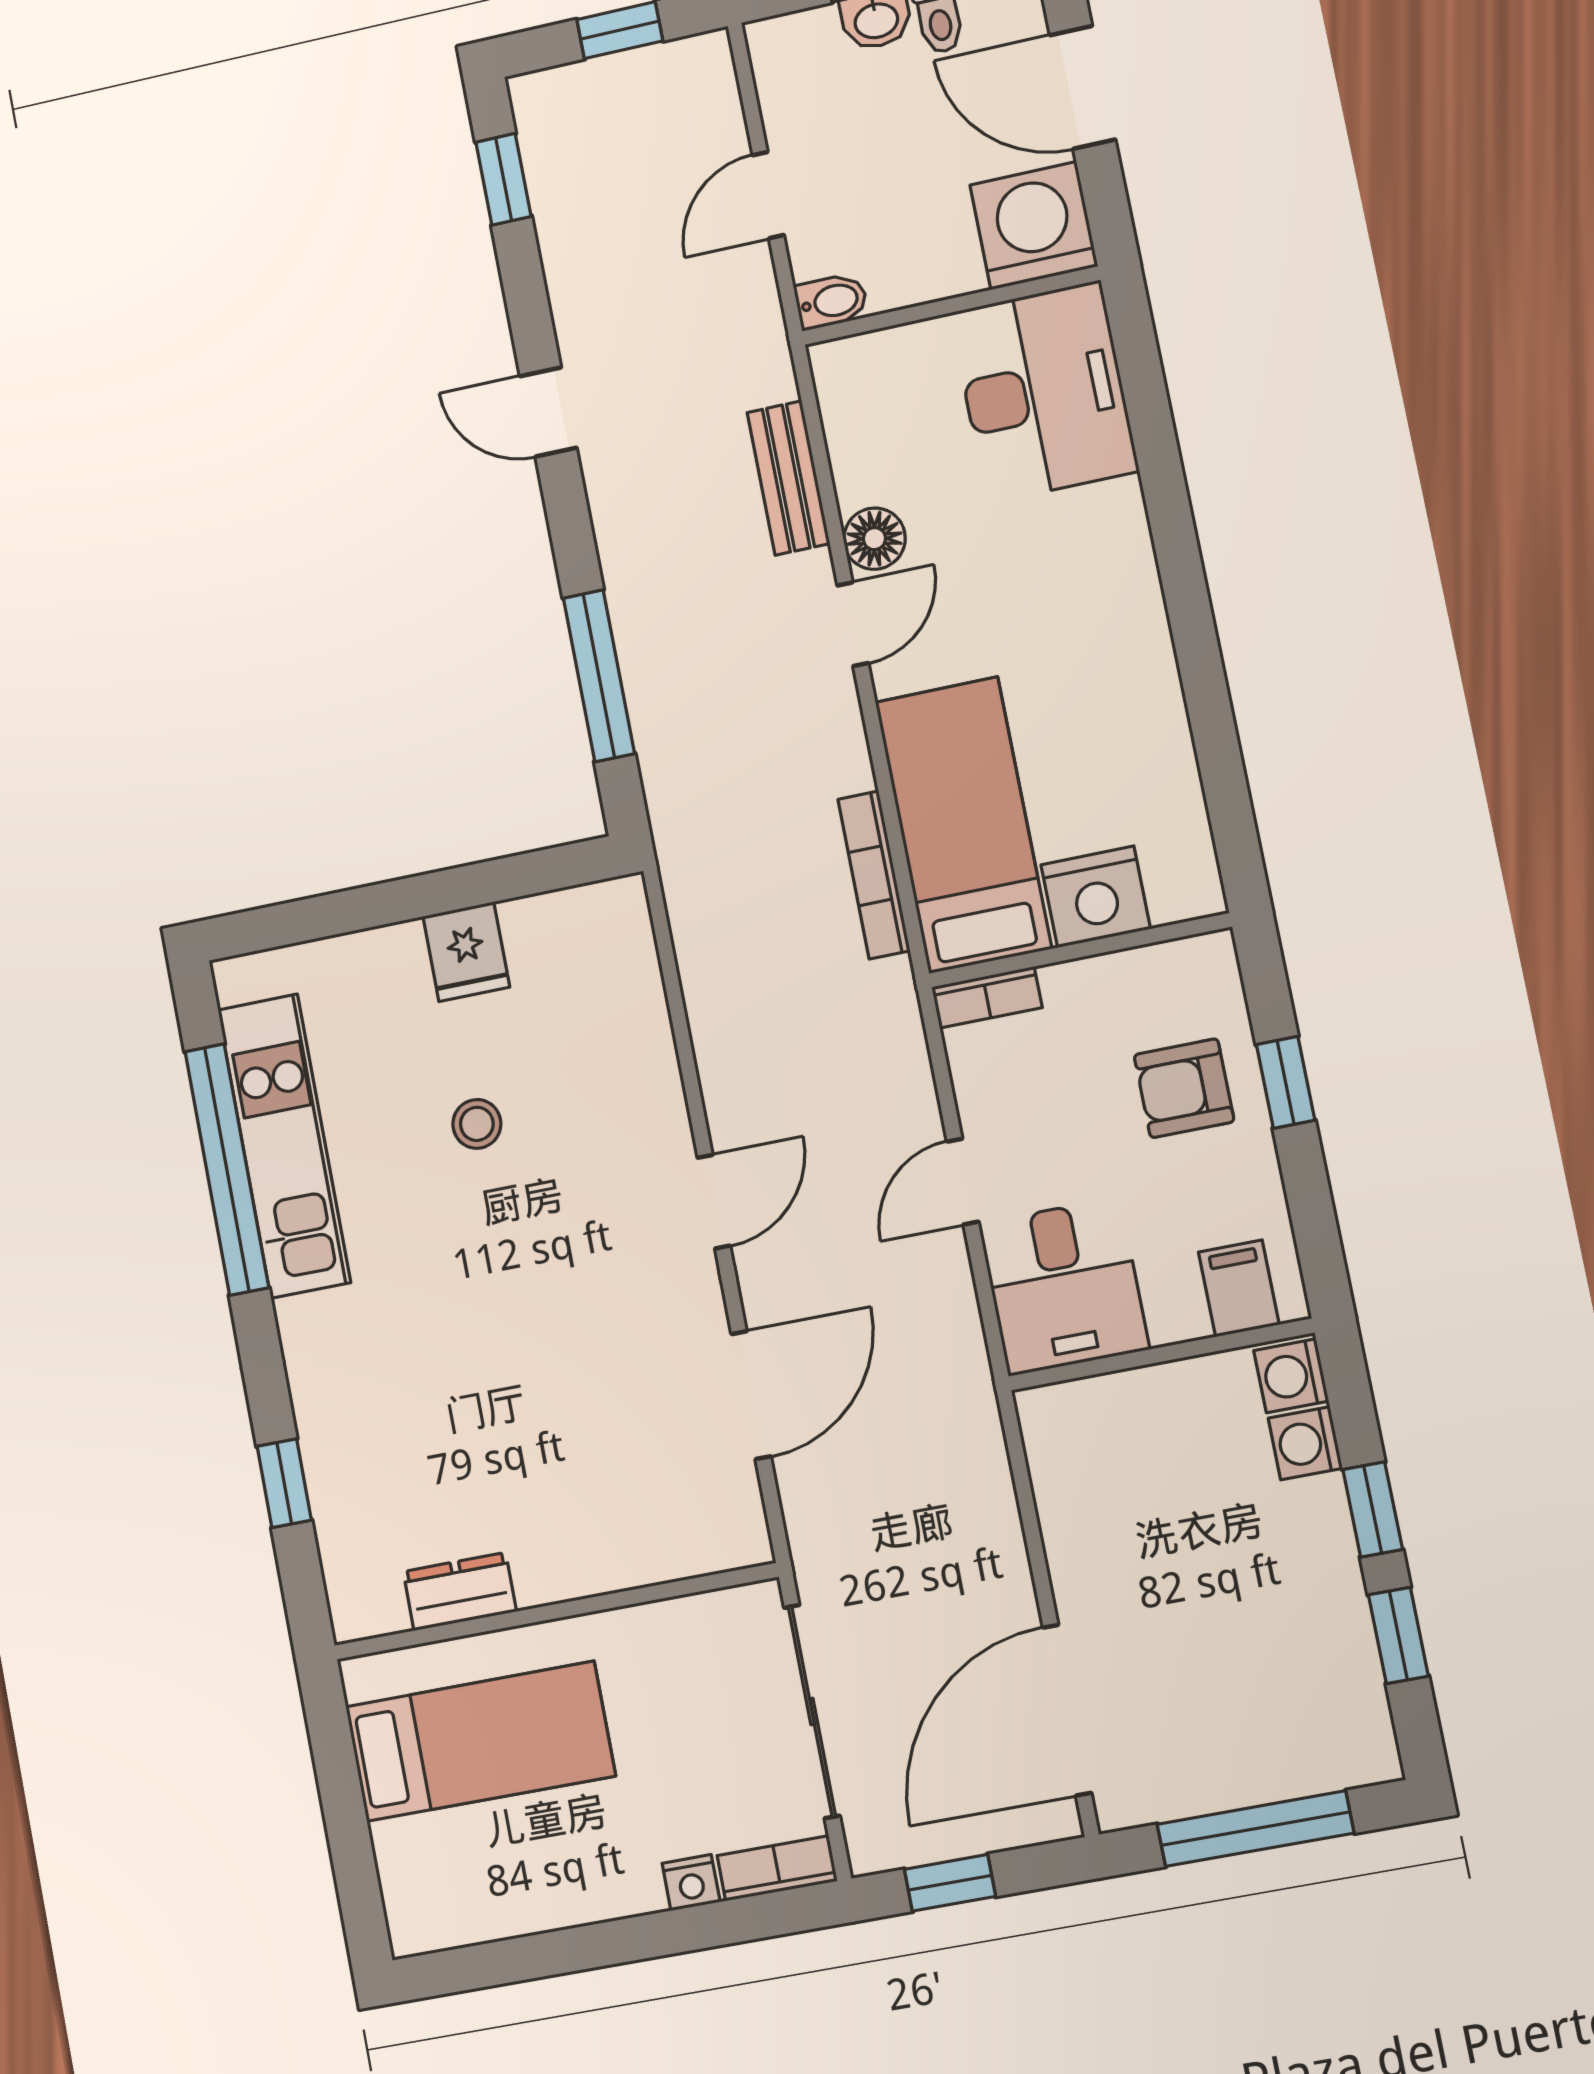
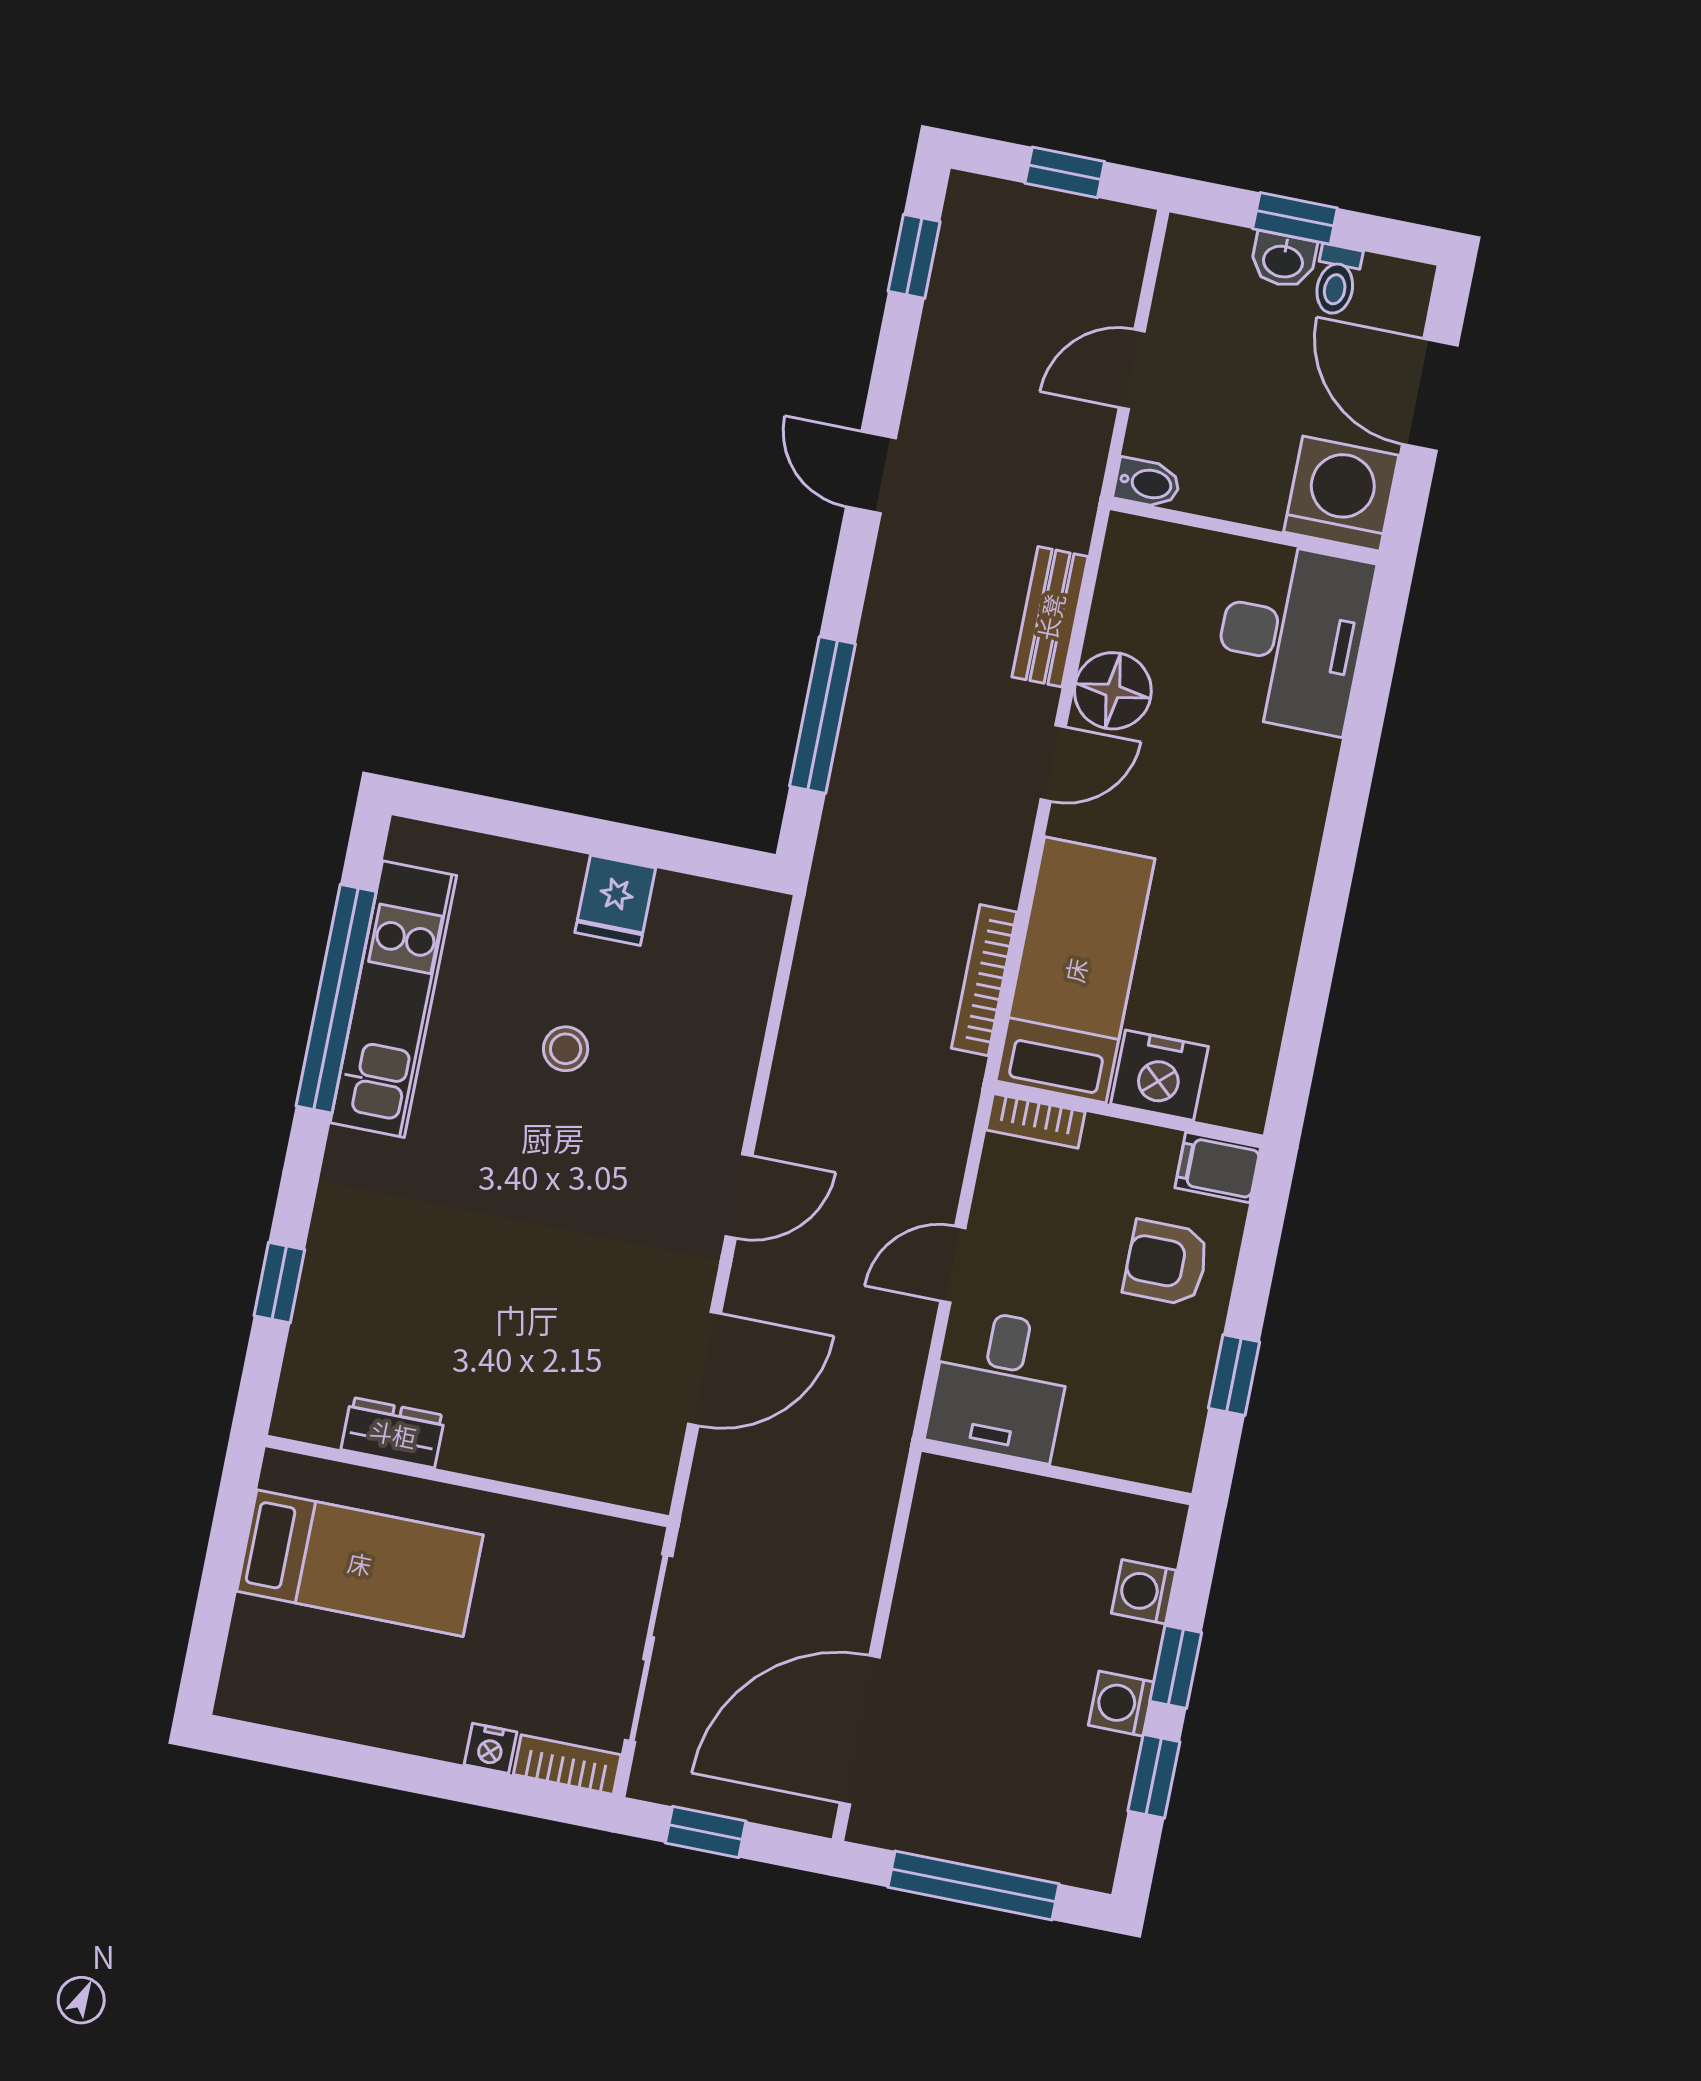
floor lamp: (874, 539) -> (1113, 691), width x1.38, depth x1.38
window: (1286, 1082) -> (1234, 1375), moved
filing cabinet: (1239, 1288) -> (1218, 1167), moved, turned -90
washing machine: (1291, 1376) -> (1121, 1704), moved

